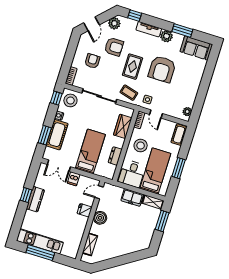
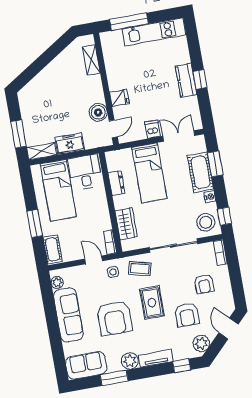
armchair: (114, 47) -> (187, 315), turned -90
armchair: (162, 69) -> (115, 318), turned 180
sofa: (191, 87) -> (68, 315), added
stool: (141, 146) -> (92, 212), removed
window: (179, 168) -> (35, 223), moved
boiler: (100, 218) -> (98, 112), moved
window: (40, 253) -> (129, 22), moved

